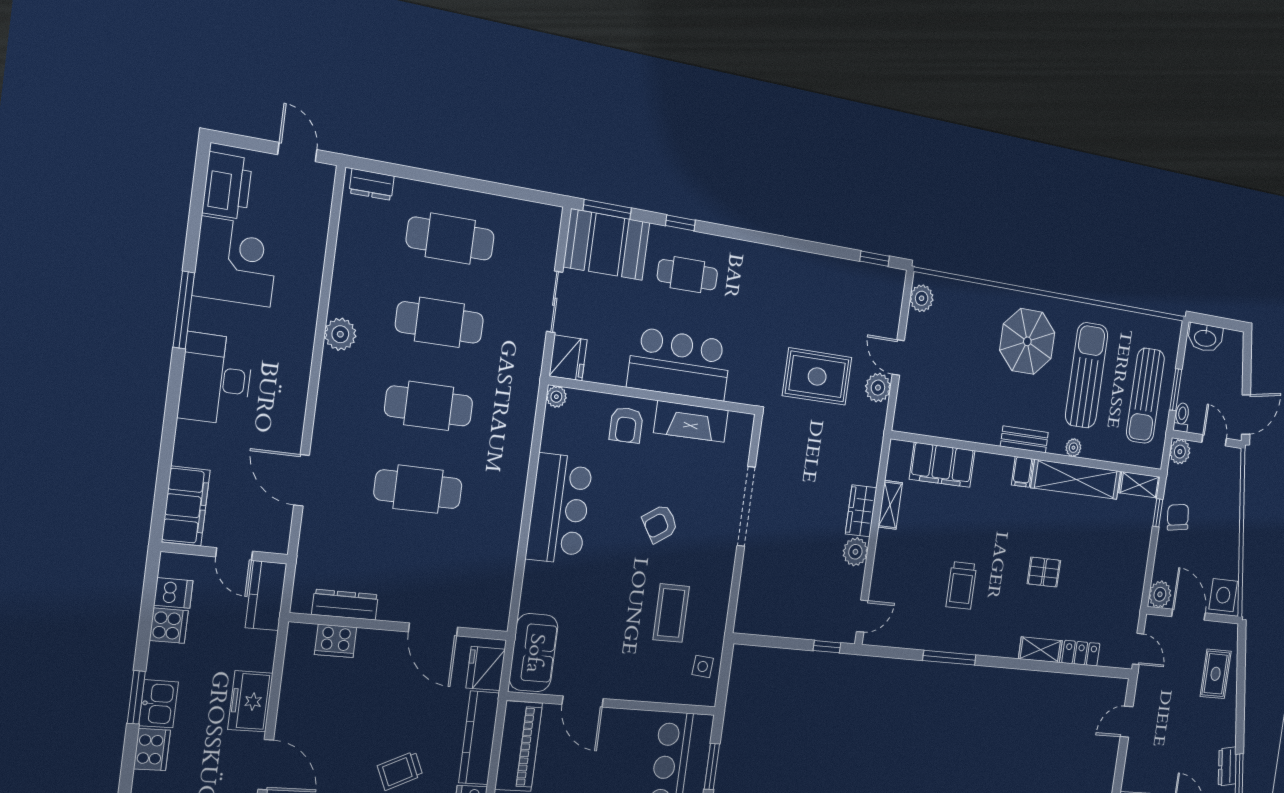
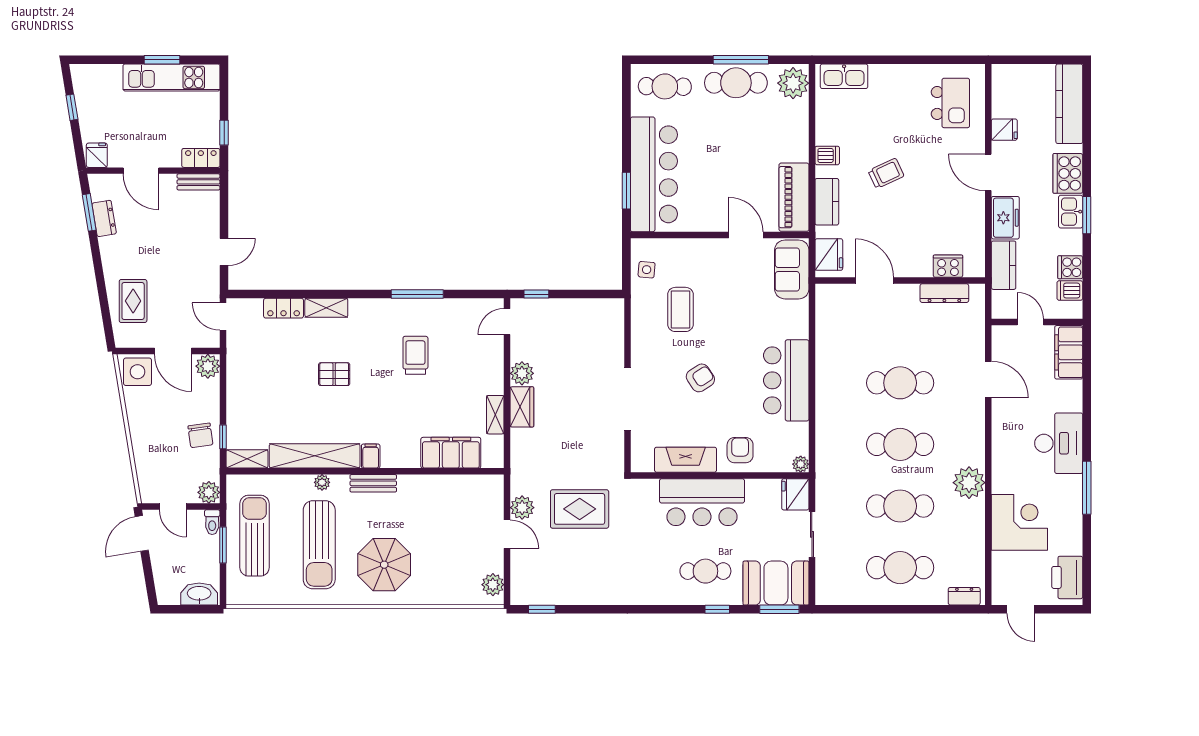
corner desk: (236, 262) -> (1019, 522), moved, turned 180
plant: (340, 334) -> (969, 483), width x1.36, depth x1.36
kitchen counter: (266, 596) -> (1004, 265), moved
kitchen counter: (479, 738) -> (827, 202), width x0.67
cooker: (152, 749) -> (1068, 173), width x1.37, depth x1.31

